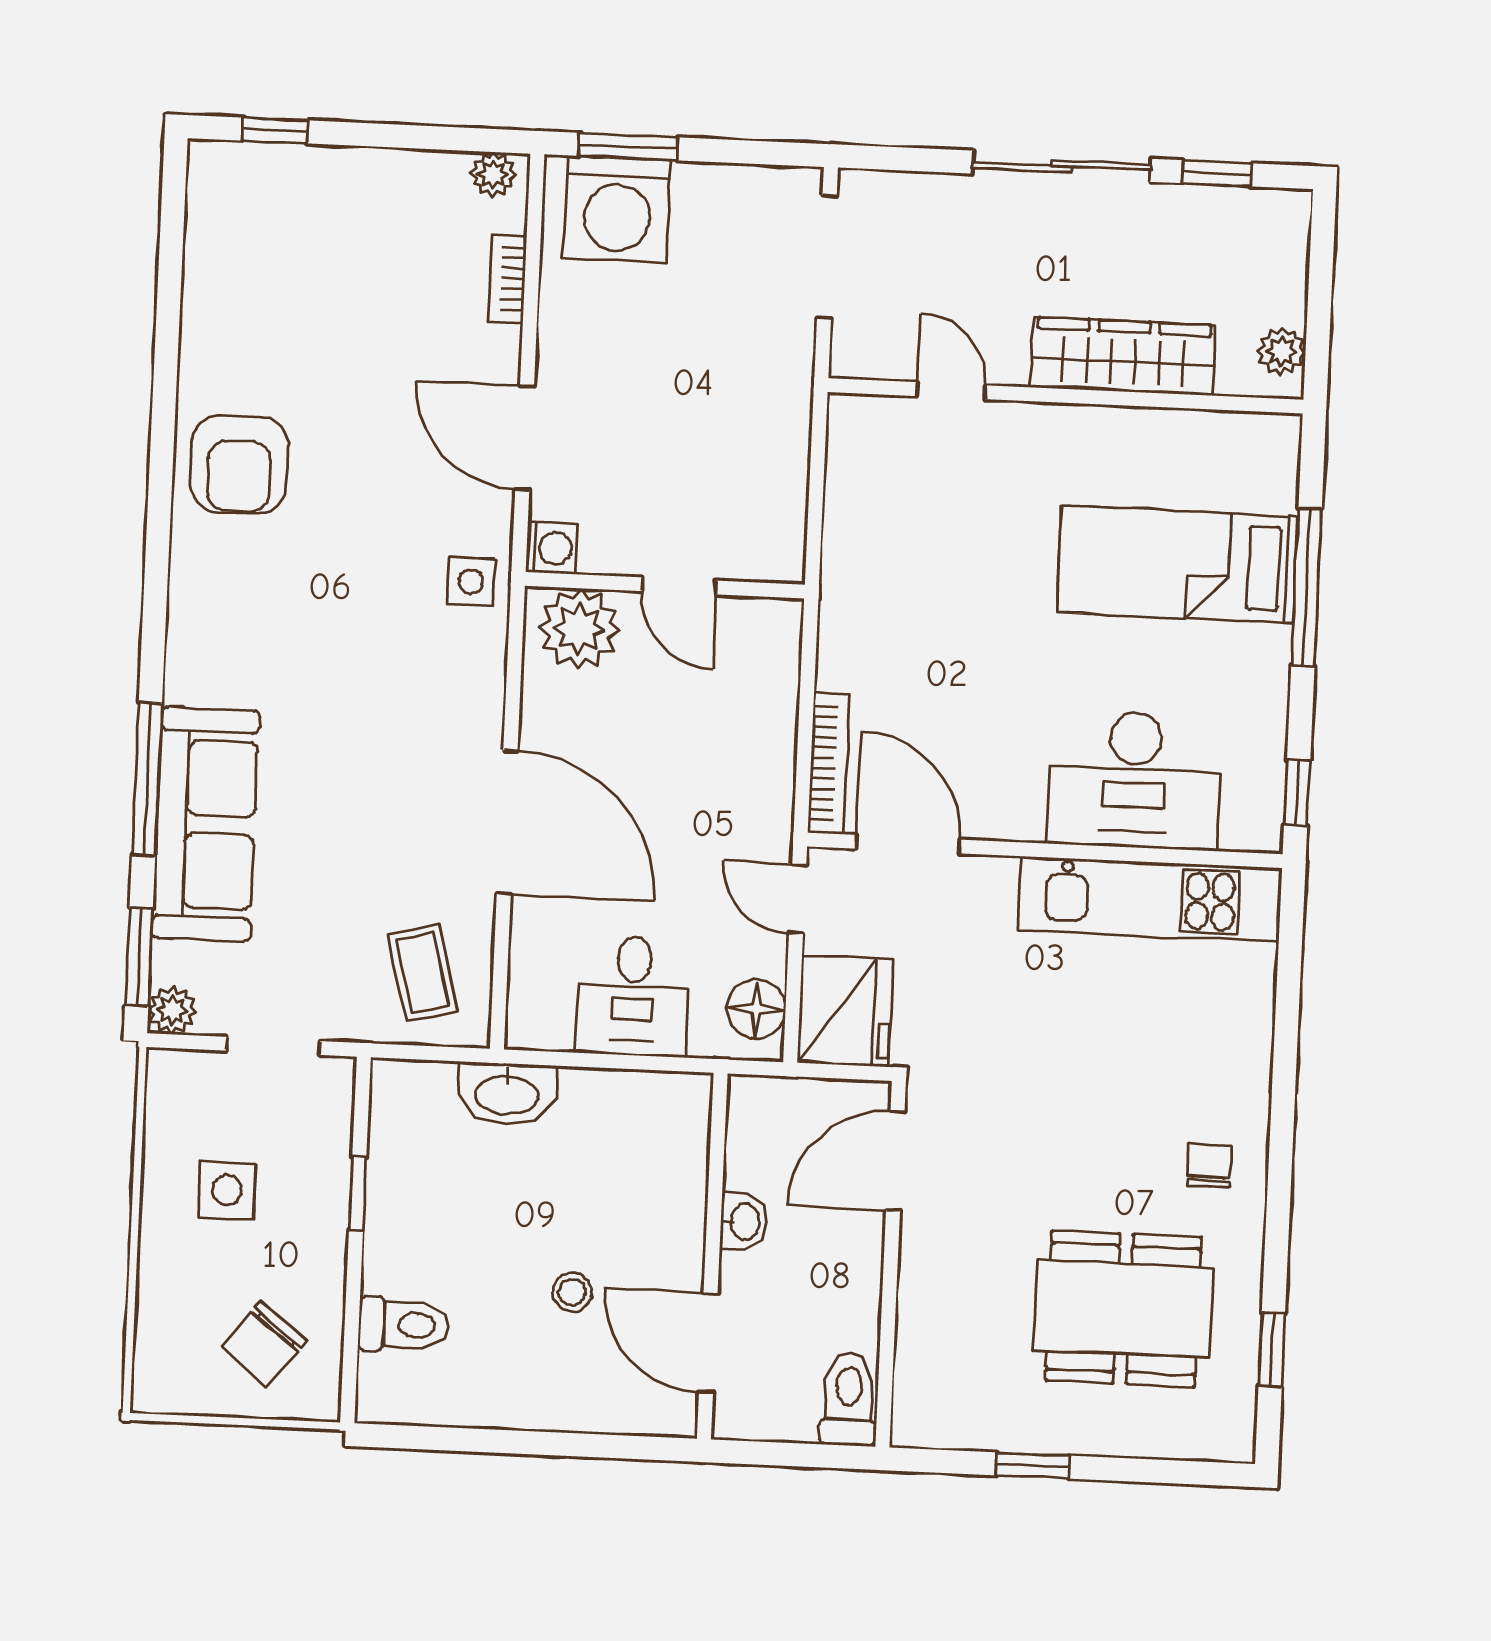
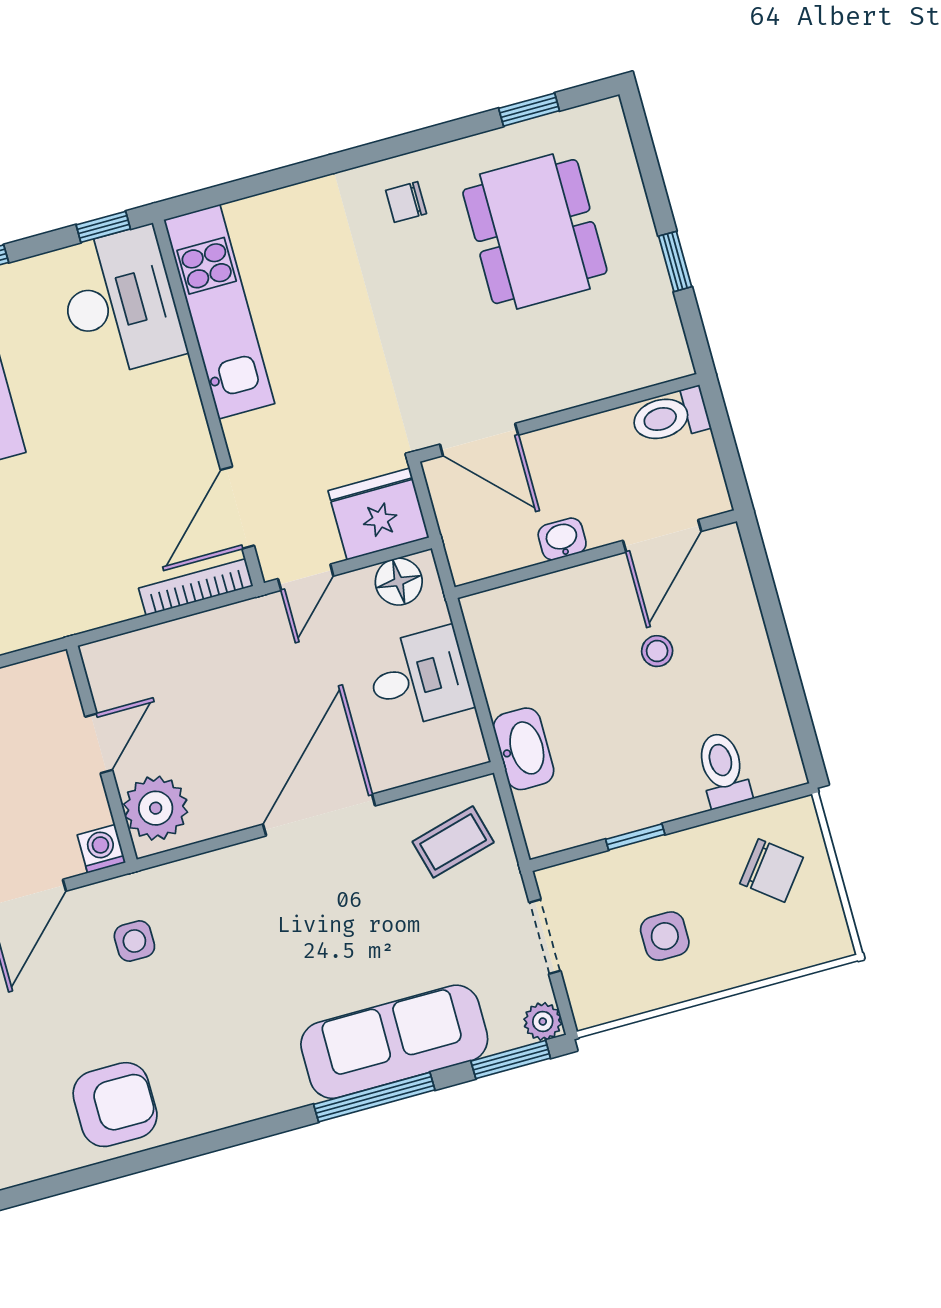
side table: (471, 581) -> (134, 941), moved
desk: (1134, 780) -> (120, 302), moved

